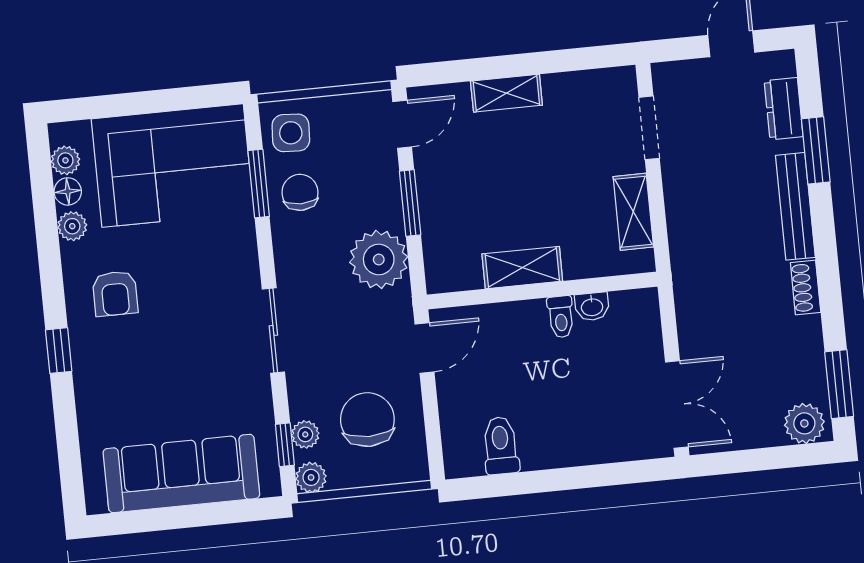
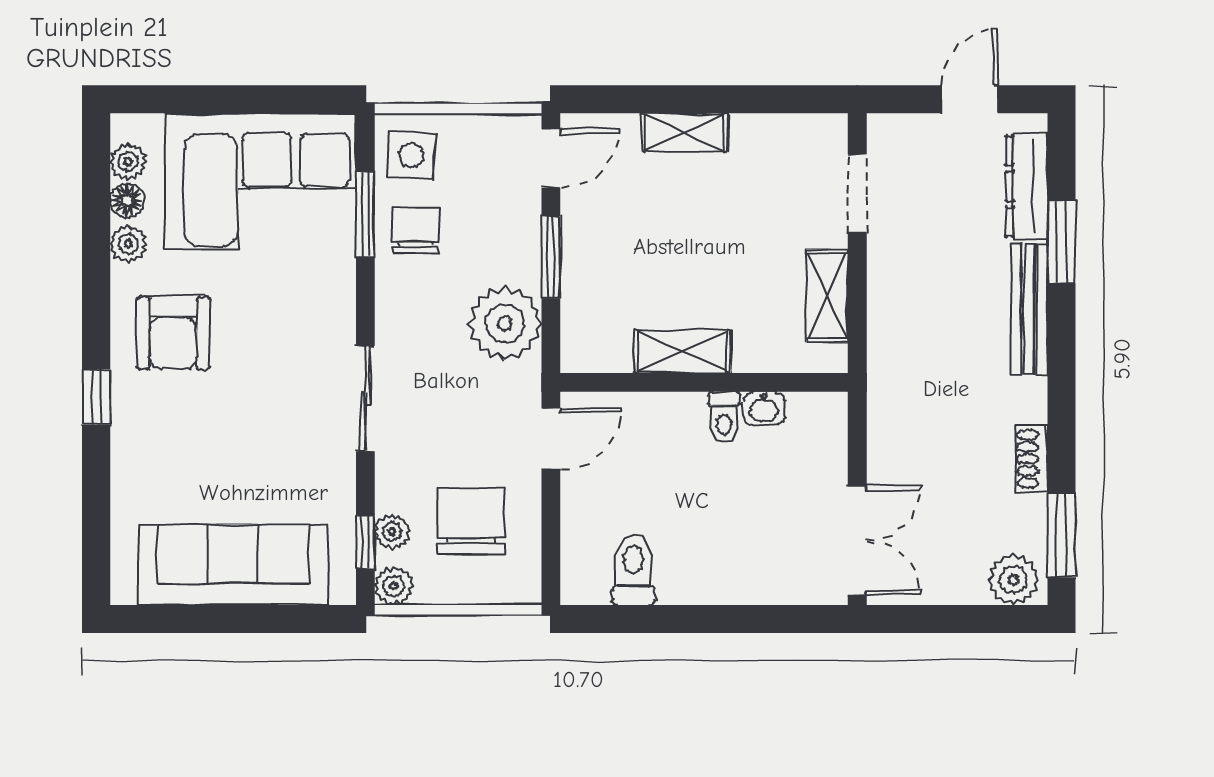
dresser: (784, 109) -> (1027, 186), width x1.44
shoe rack: (806, 288) -> (1032, 459), moved
armchair: (115, 294) -> (173, 333), width x1.38, depth x1.38

